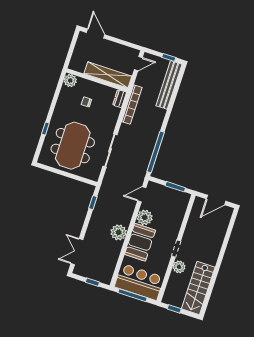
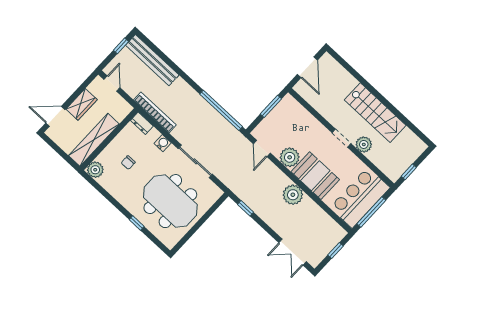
wardrobe: (113, 49) -> (82, 104), added
shelving: (108, 75) -> (94, 140), moved
water cooler: (112, 120) -> (163, 143), added
stairs: (198, 288) -> (375, 113), moved

